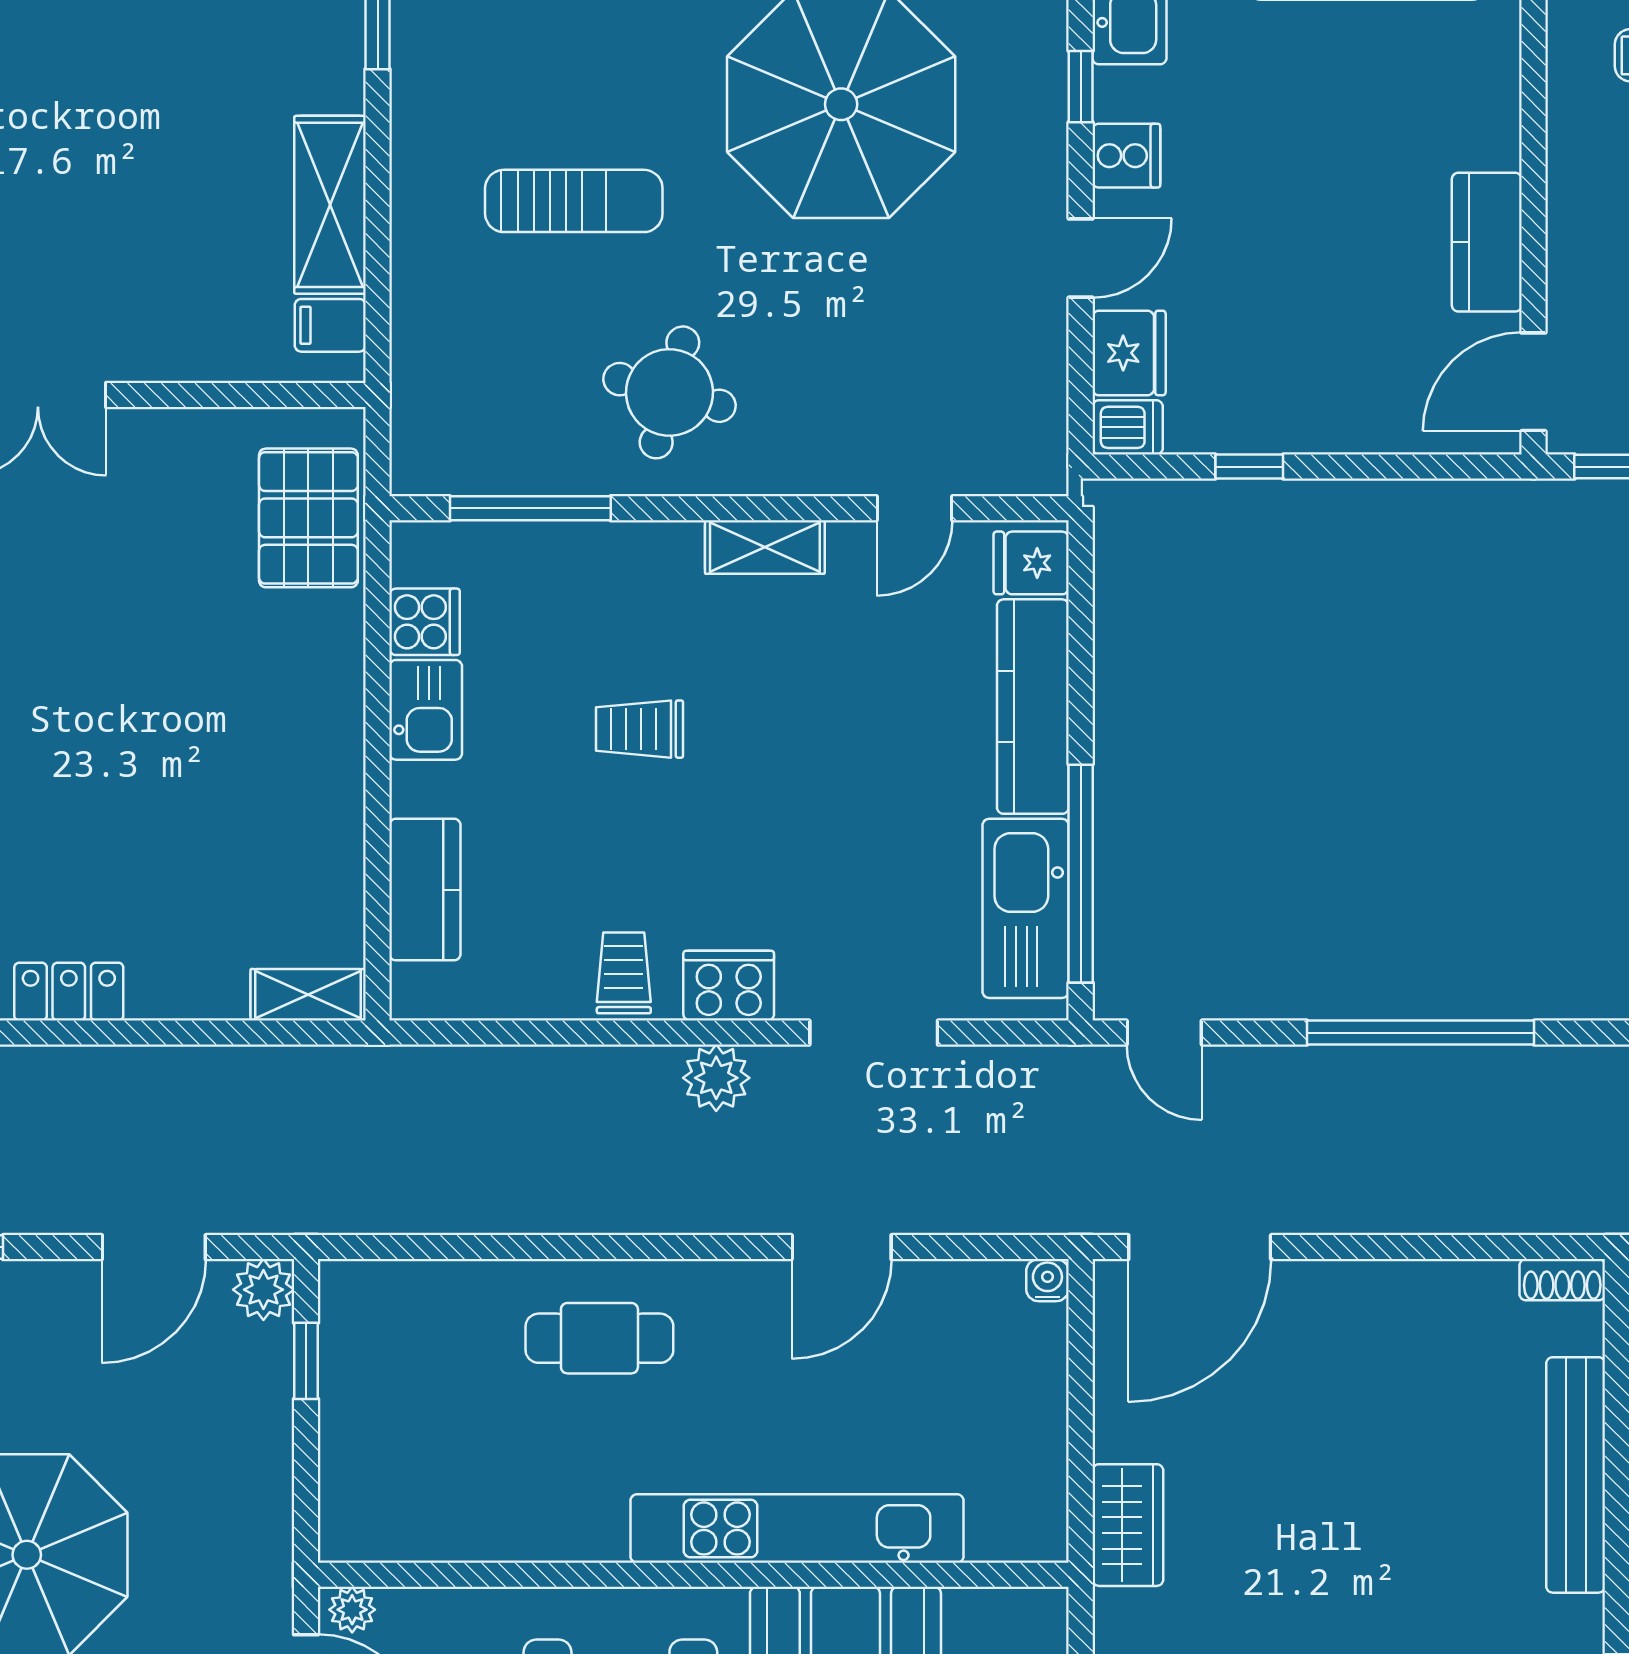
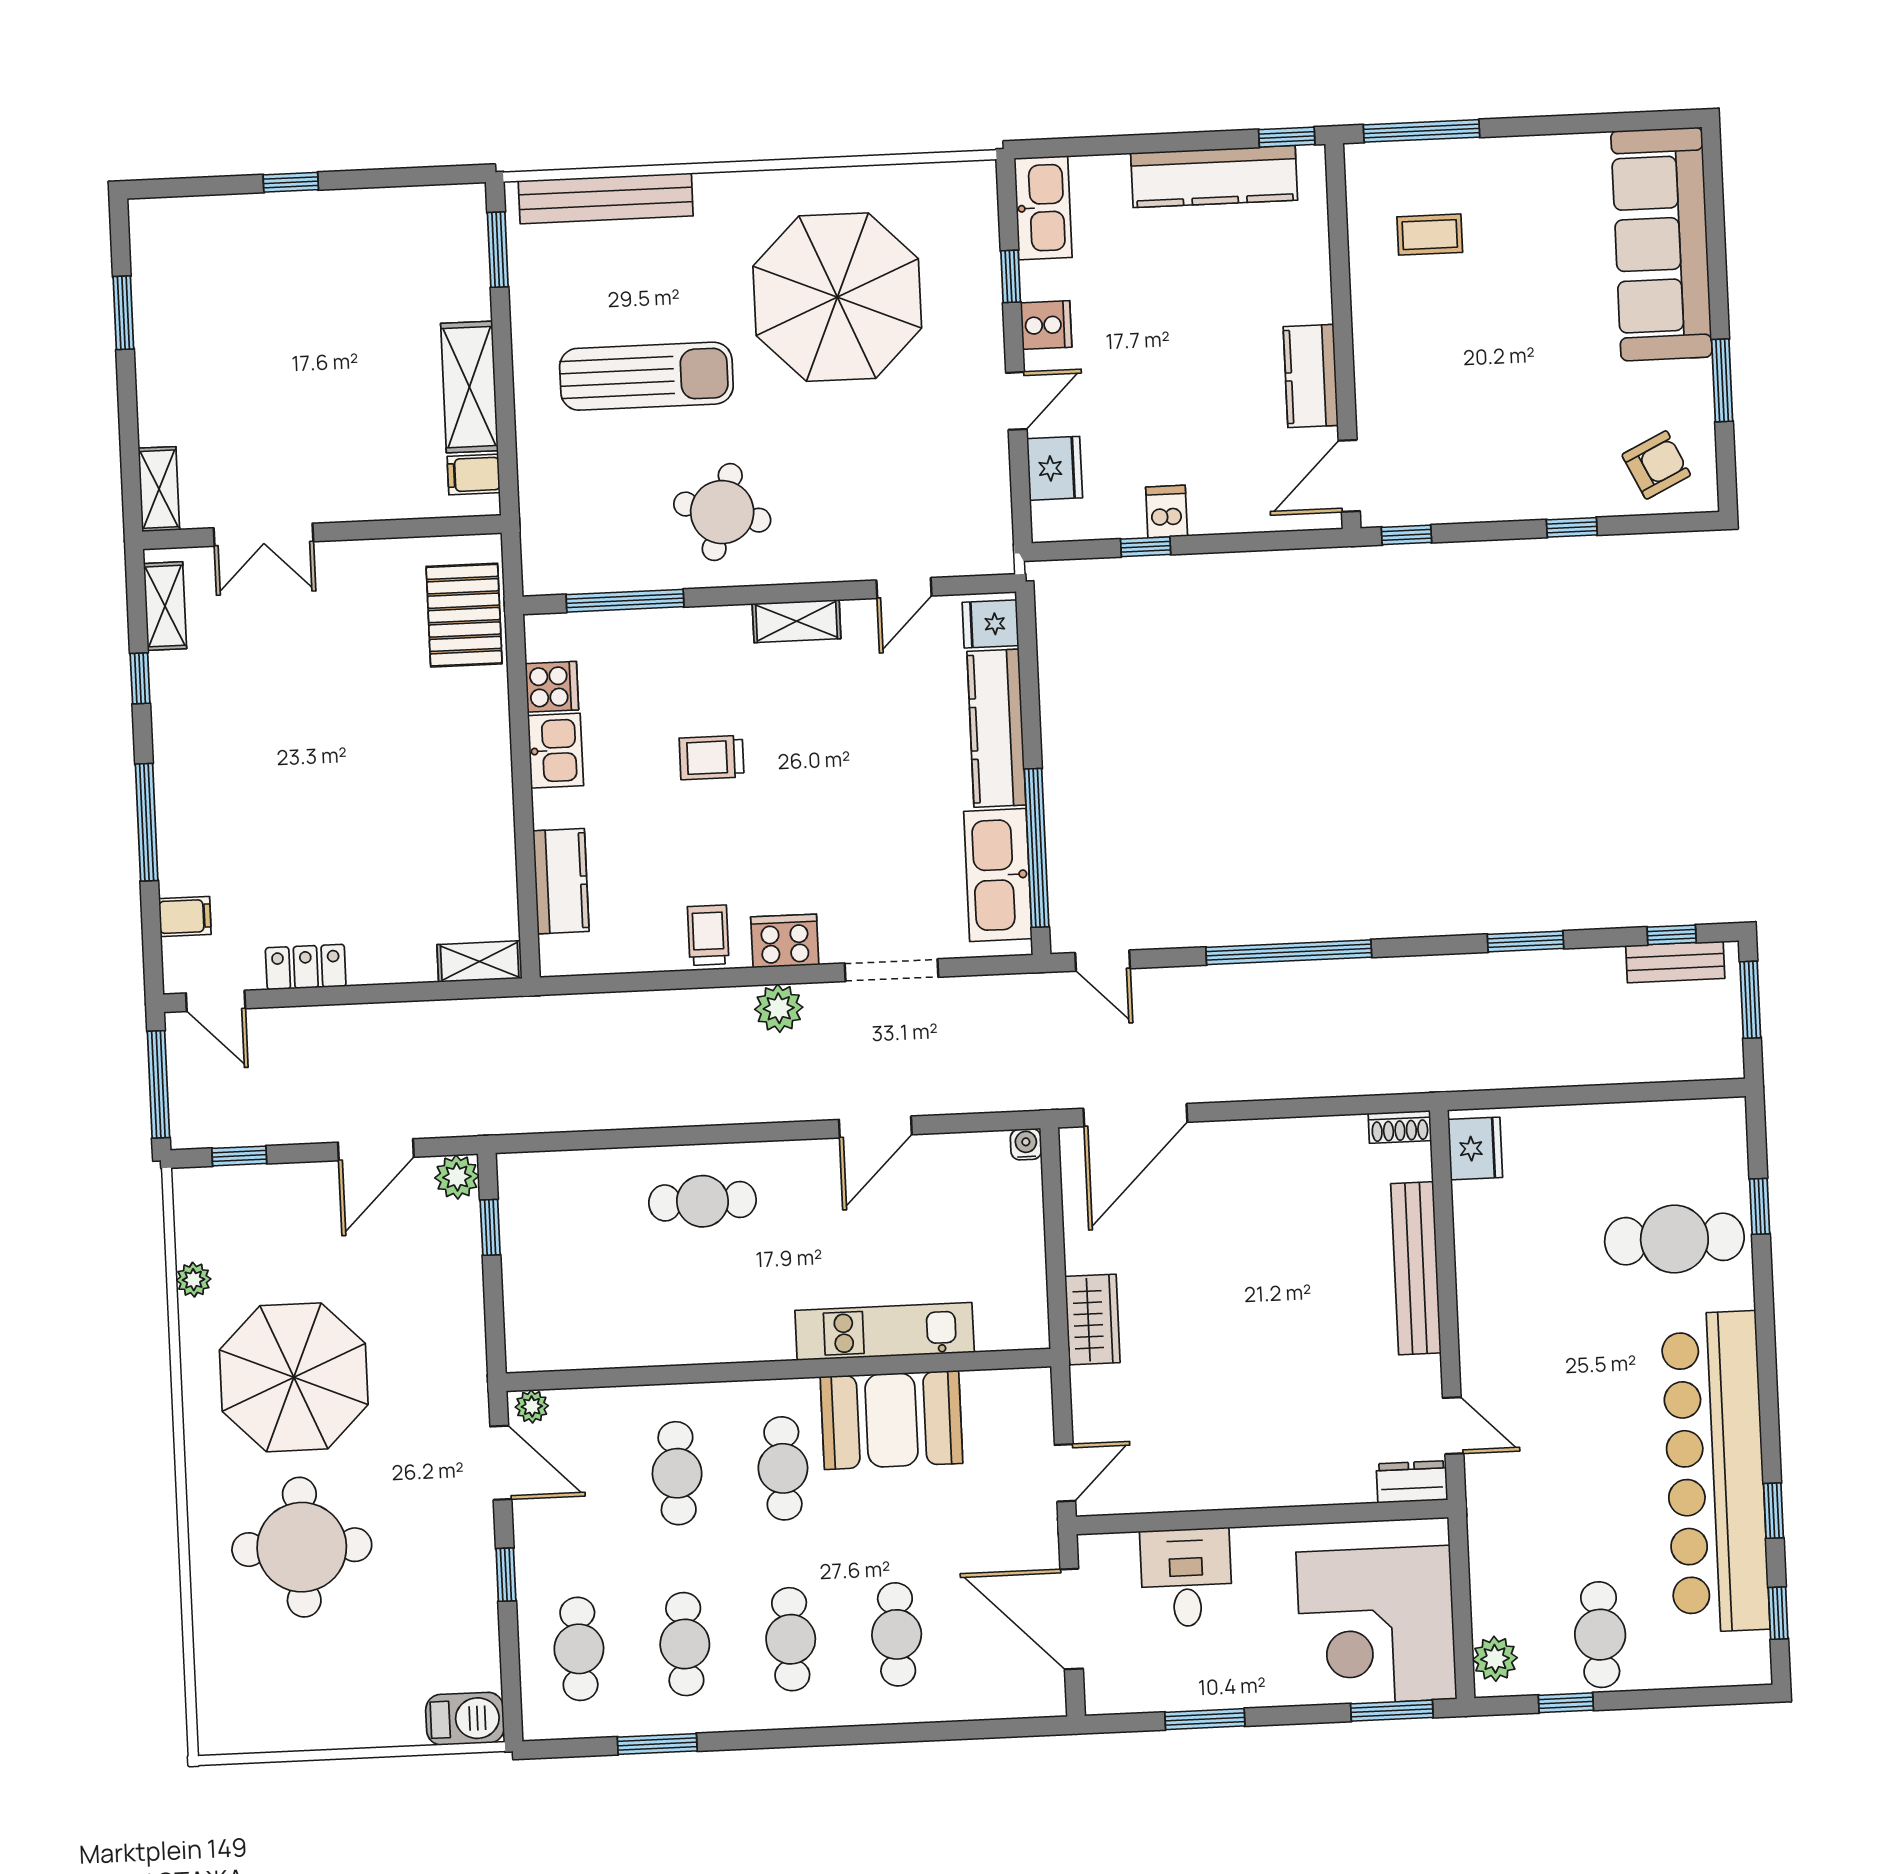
sun lounger: (574, 201) -> (646, 376), width x1.36, depth x1.34
dishwasher: (1128, 427) -> (1167, 512), moved, turned -90
kitchen unit: (797, 1528) -> (885, 1331), width x0.73

